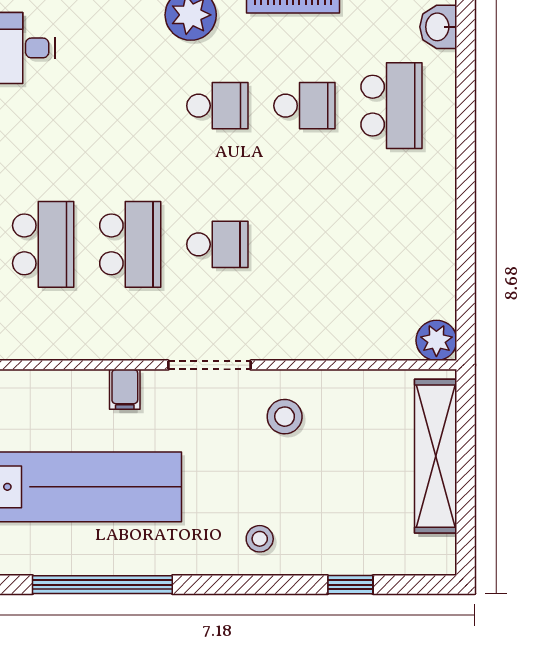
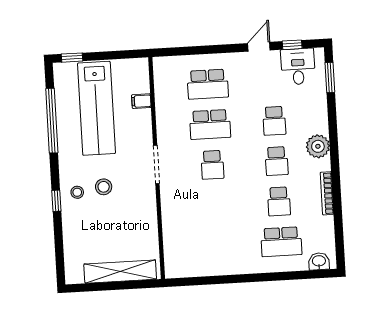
school desk: (130, 106) -> (274, 121), added
plant: (436, 340) -> (174, 269), removed
filing cabinet: (125, 389) -> (141, 101), moved
stool: (285, 417) -> (104, 187), moved
window: (350, 585) -> (56, 201), moved

